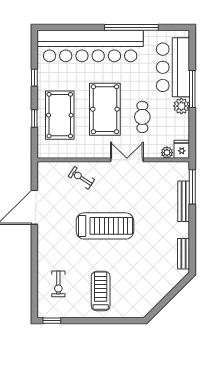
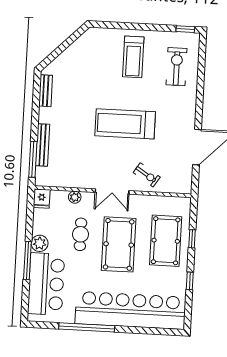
plant: (167, 153) -> (75, 197), moved
double door: (127, 160) -> (112, 192), moved
exercise bike: (58, 284) -> (177, 67), width x1.38, depth x1.39

